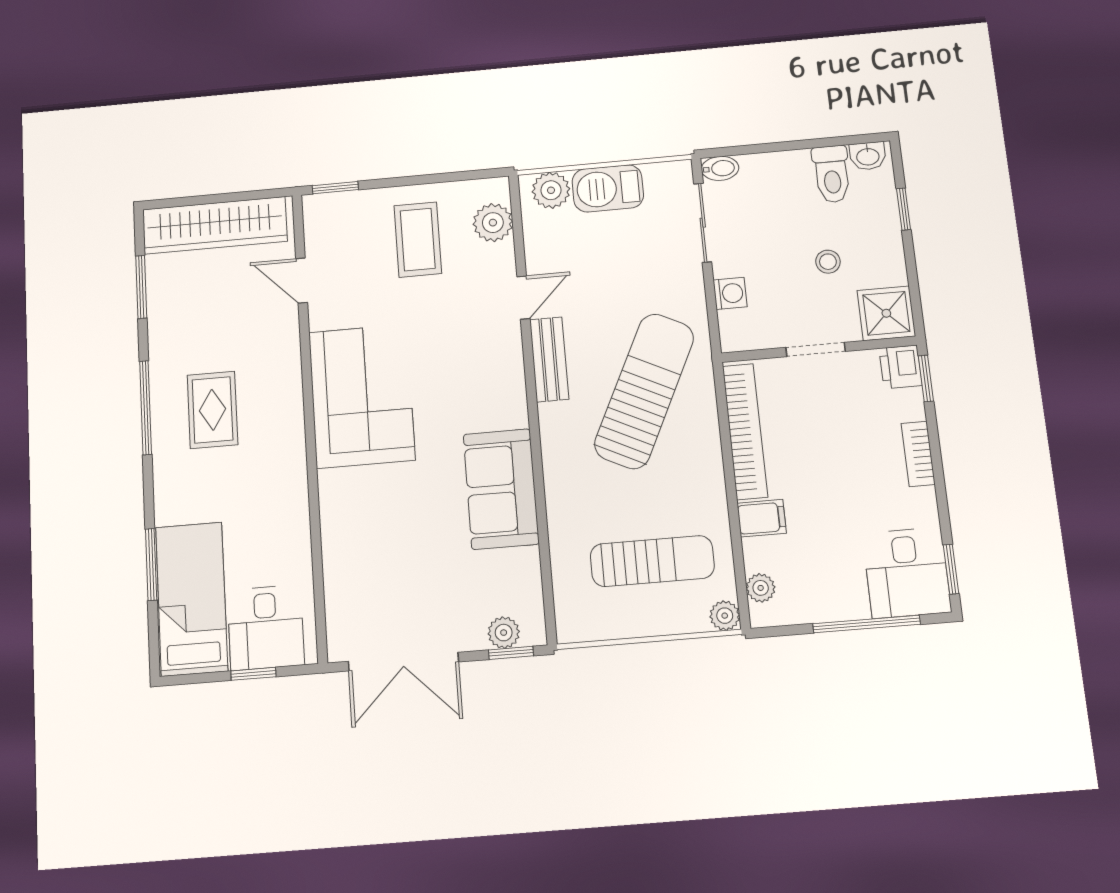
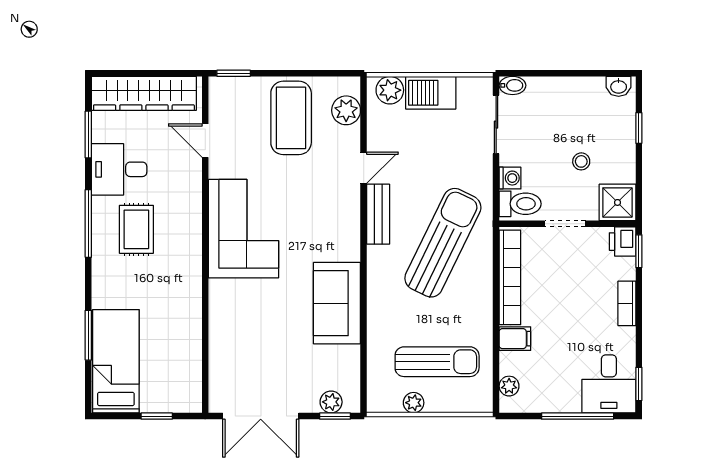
toilet: (832, 174) -> (520, 204), moved, turned -90
coffee table: (418, 240) -> (291, 118), width x1.36, depth x1.32
plant: (725, 616) -> (414, 403), moved
desk: (266, 627) -> (119, 169), moved, turned 90

